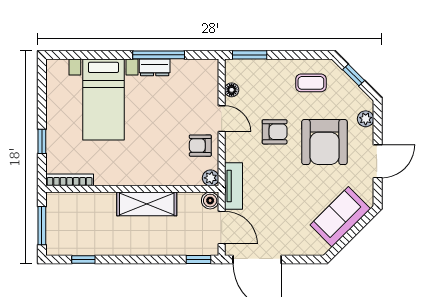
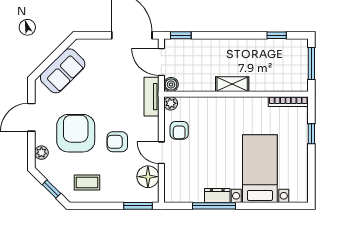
floor lamp: (232, 90) -> (148, 177), width x1.89, depth x1.89
armchair: (200, 146) -> (179, 130), turned 90
shelving: (147, 204) -> (232, 84), width x0.67, depth x0.75

